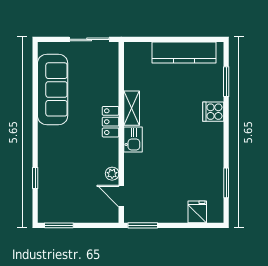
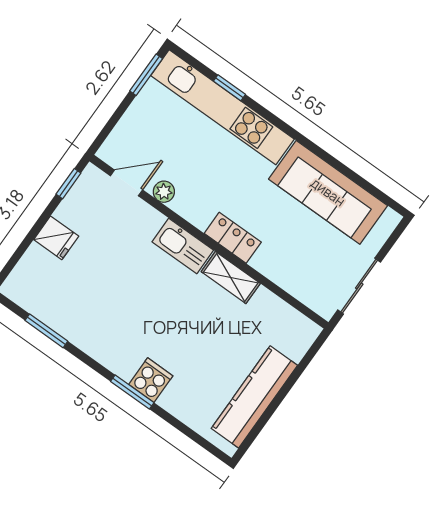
window: (226, 82) -> (132, 392), moved
kitchen sink: (133, 139) -> (183, 246), width x1.38
kitchen unit: (48, 174) -> (222, 107), added
fridge: (197, 212) -> (56, 238), moved
window: (143, 225) -> (68, 184), width x0.67

